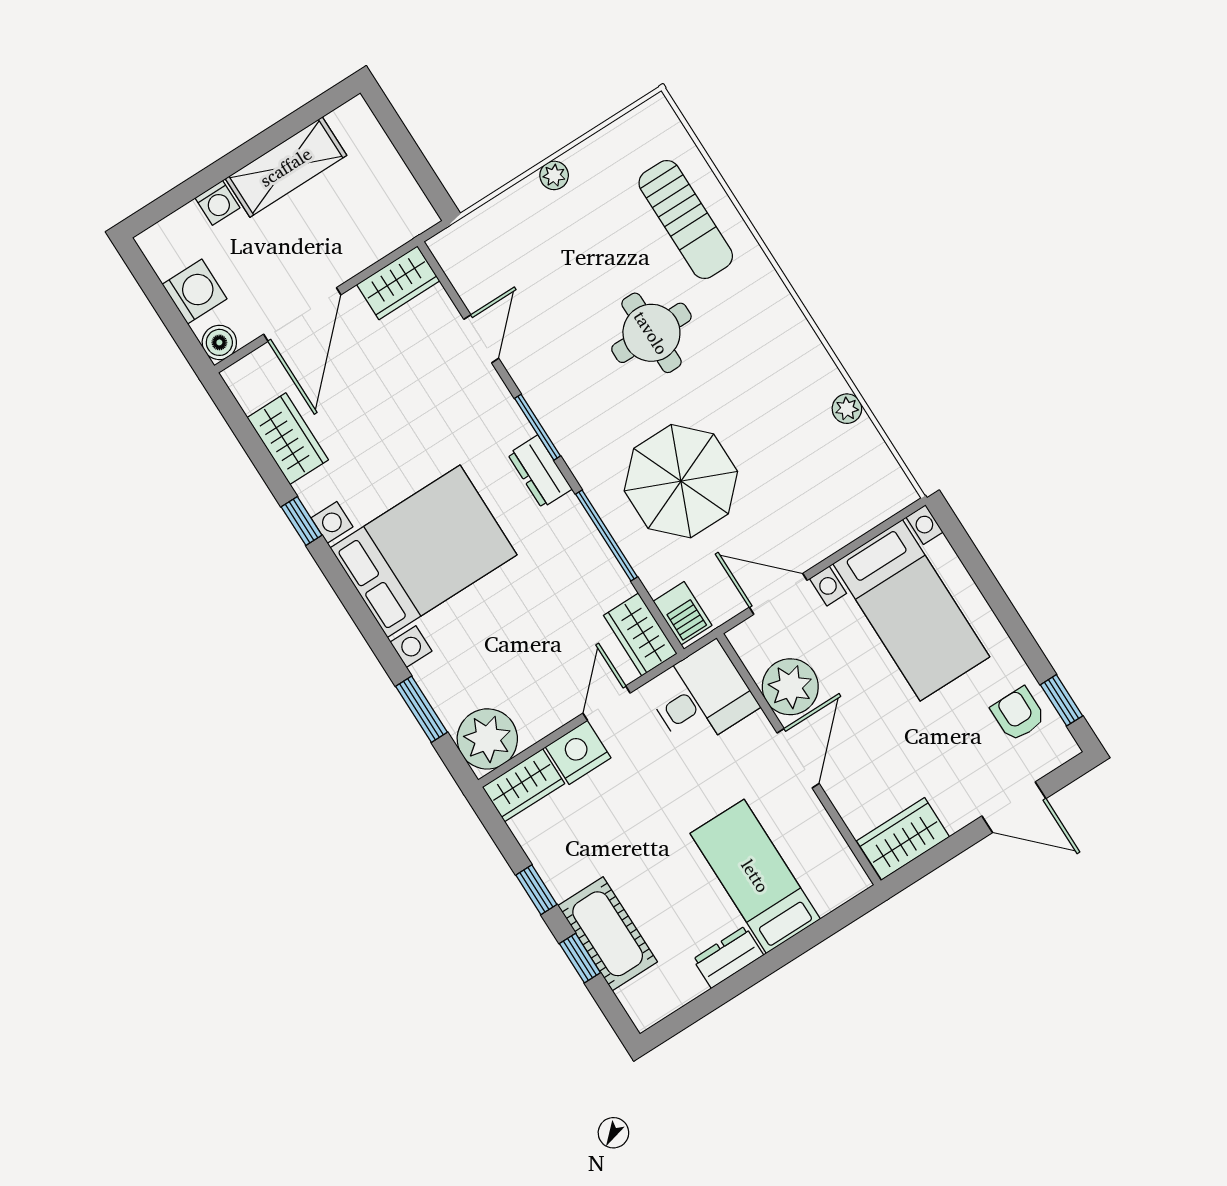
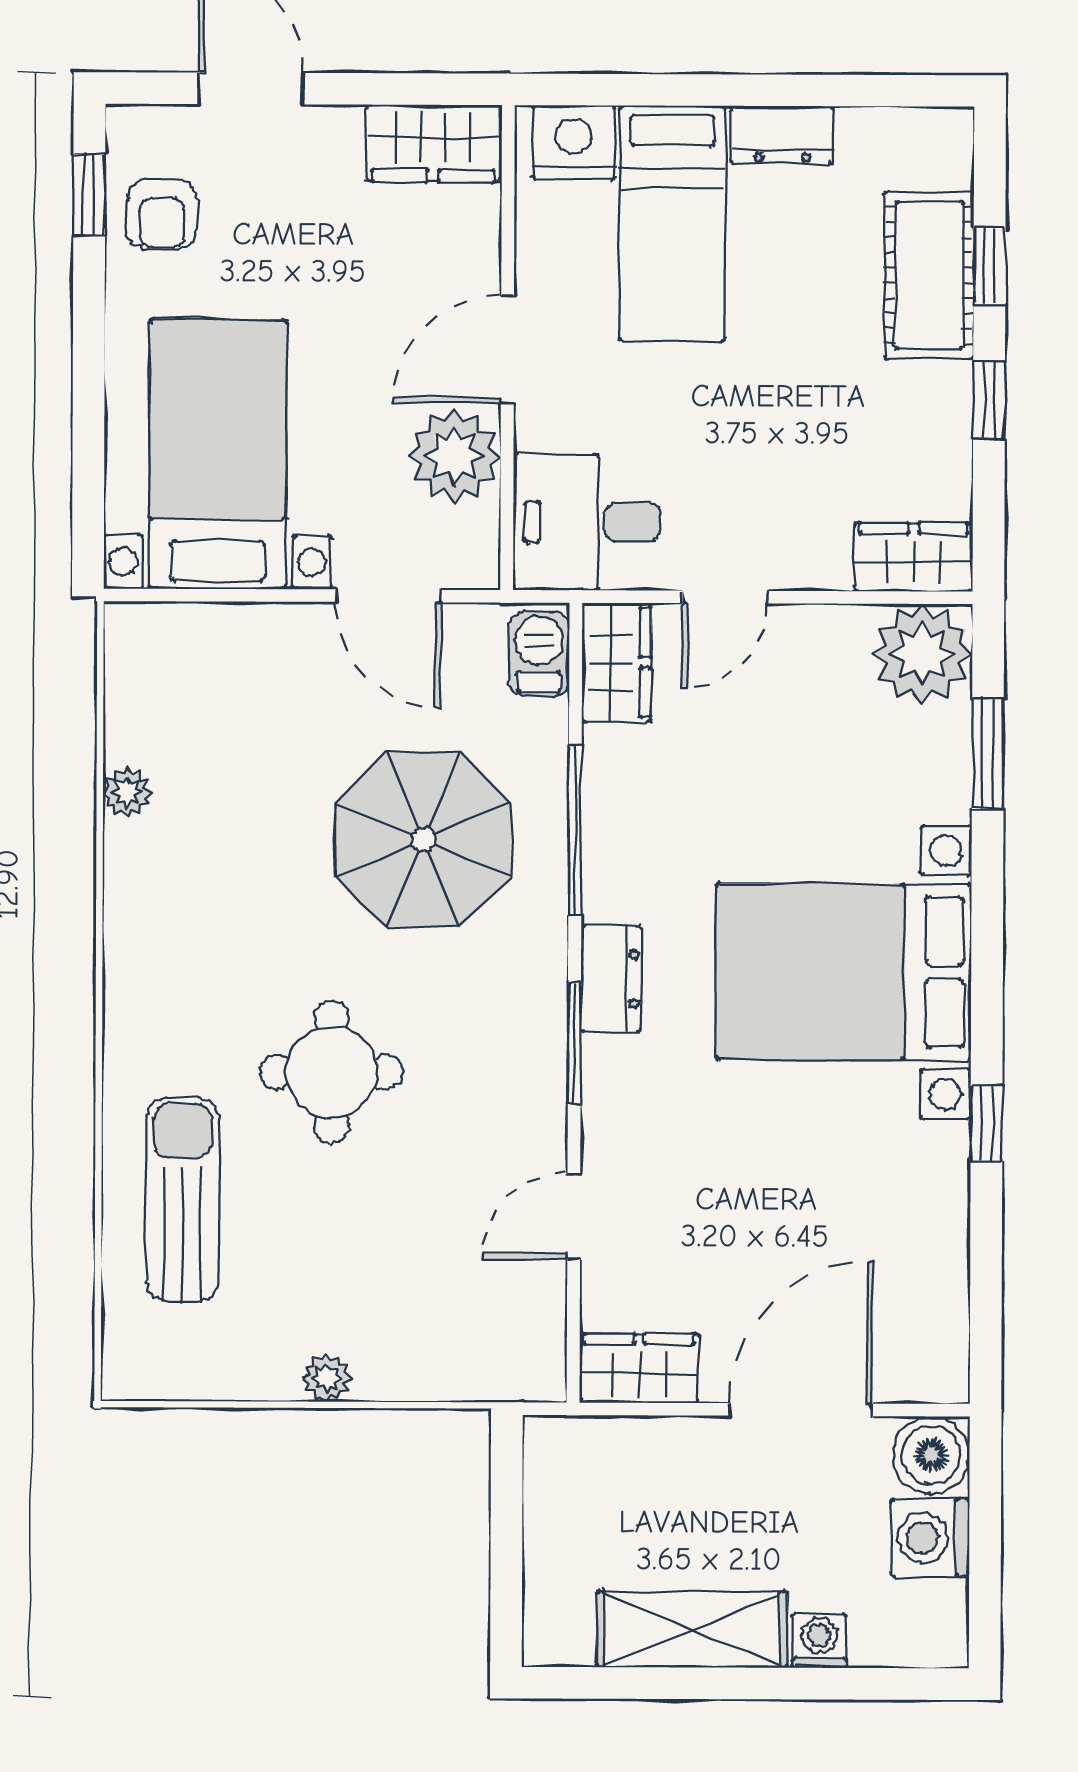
boiler: (219, 342) -> (931, 1455), width x1.36, depth x1.36
wardrobe: (288, 439) -> (932, 1250), removed
nightstand: (578, 752) -> (574, 142), moved, turned 180

